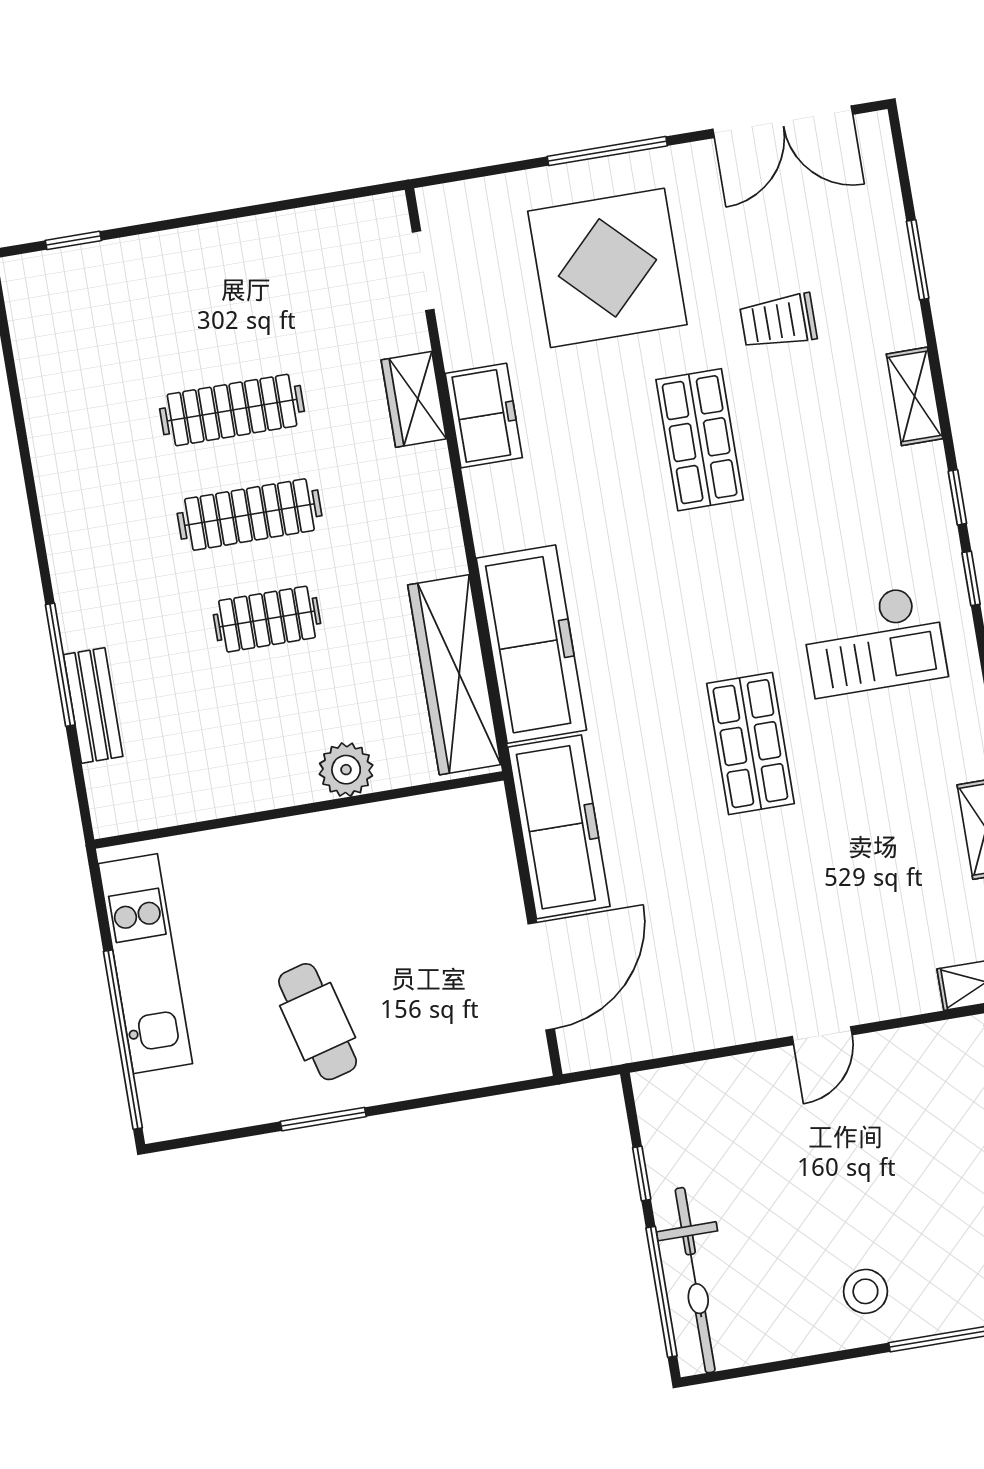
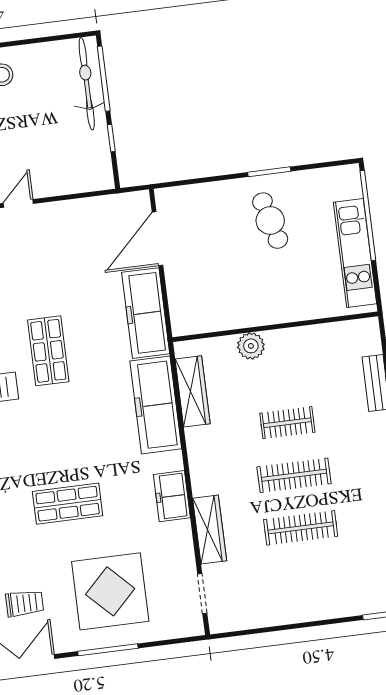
trolley: (778, 321) -> (25, 603), moved
wardrobe: (414, 399) -> (210, 530), width x1.50
freezer: (484, 416) -> (172, 496), moved
shop shelf: (700, 440) -> (68, 504), turned 90
wardrobe: (454, 675) -> (193, 391), width x0.71, depth x0.85

